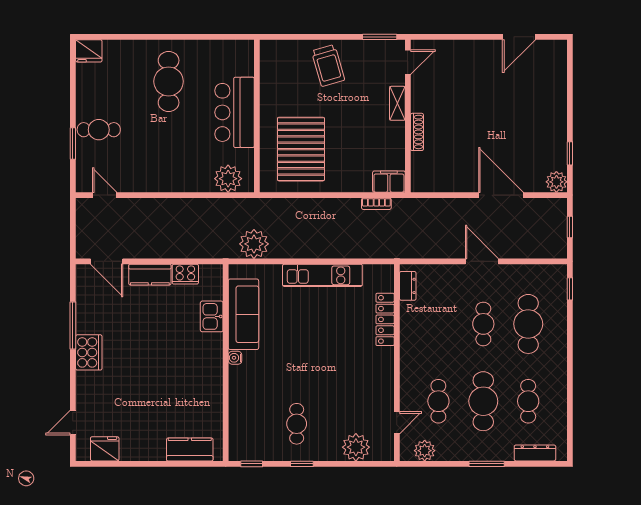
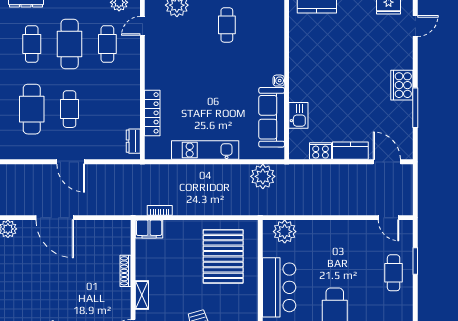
cafe table: (99, 130) -> (394, 273), turned 90

